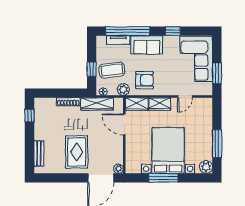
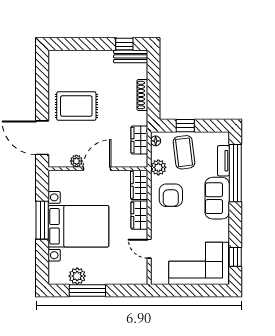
window: (173, 31) -> (235, 257), moved
window: (217, 73) -> (180, 290), removed
wardrobe: (97, 104) -> (139, 140), width x0.67
door: (124, 124) -> (97, 169), moved
bench: (39, 153) -> (131, 56), moved
plant: (206, 167) -> (77, 276), moved
plant: (119, 169) -> (76, 161), moved

